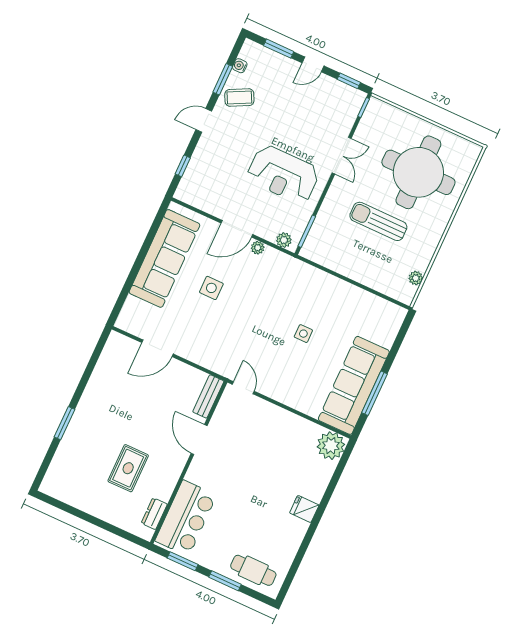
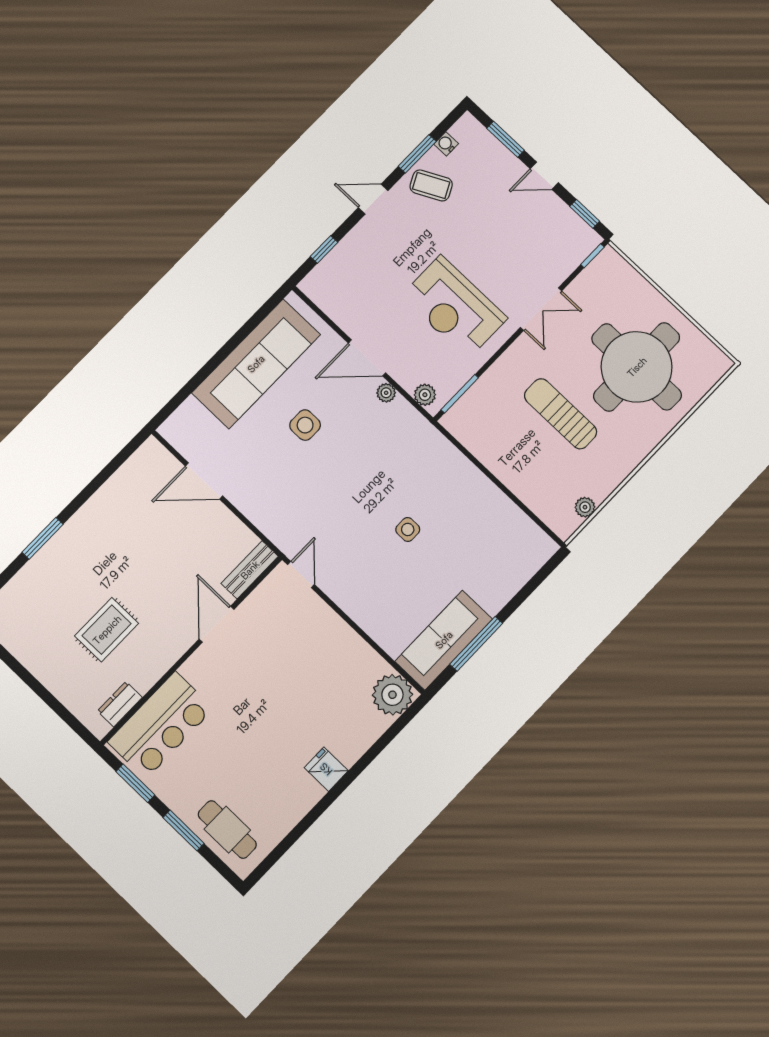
sofa: (354, 385) -> (444, 640), width x0.74, depth x0.79

